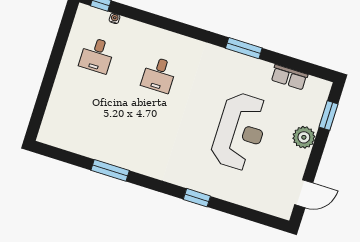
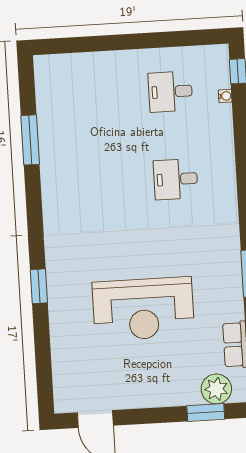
plant: (304, 137) -> (216, 389), moved
window: (110, 170) -> (30, 140), moved

